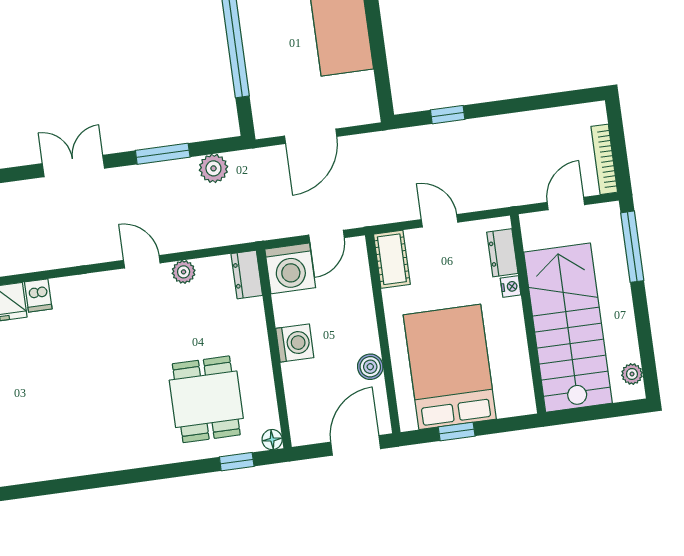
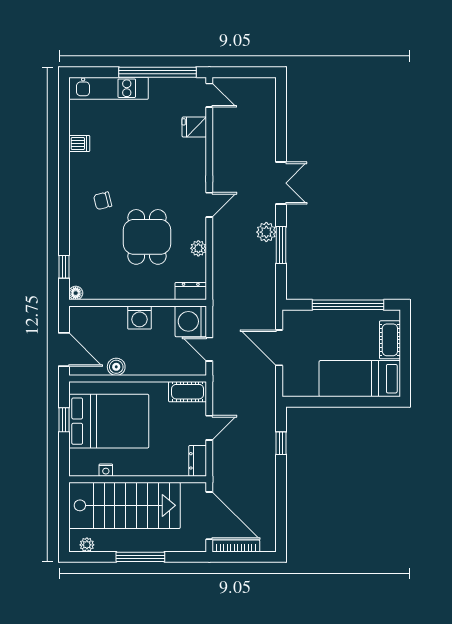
plant: (213, 168) -> (266, 232), moved
door: (566, 204) -> (209, 516), width x1.88
window: (632, 247) -> (140, 557), moved
dresser: (502, 253) -> (198, 461), moved, turned -90
door: (142, 262) -> (209, 205), moved
nightstand: (511, 287) -> (106, 470), moved
dishwasher: (38, 295) -> (79, 144), moved, turned 180
dining table: (206, 399) -> (147, 237), moved, turned 90
chair: (134, 419) -> (103, 201), added

